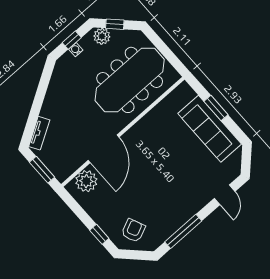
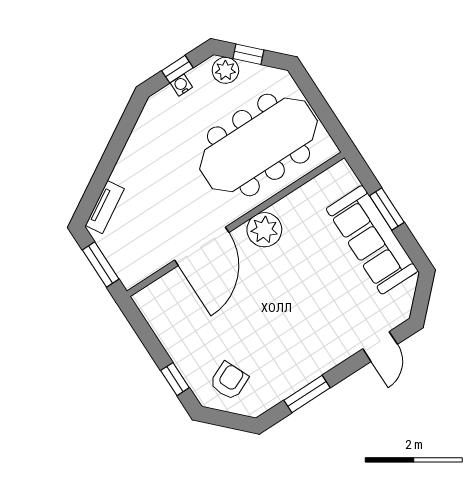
plant: (86, 181) -> (264, 230), moved
window: (183, 231) -> (307, 394), width x0.69

